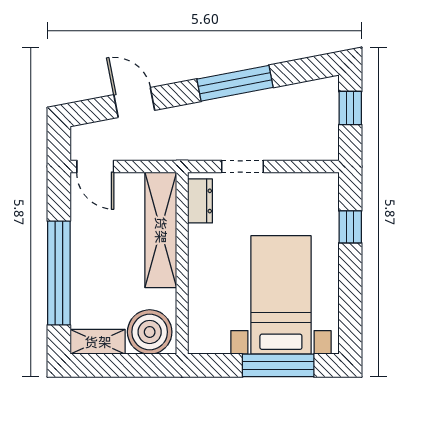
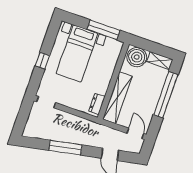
window: (350, 108) -> (21, 121), removed
doorway: (242, 166) -> (46, 102), moved
window: (350, 227) -> (42, 61), moved
window: (278, 365) -> (104, 30), moved

